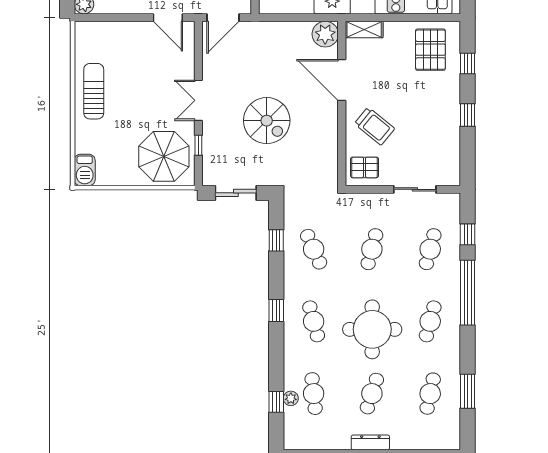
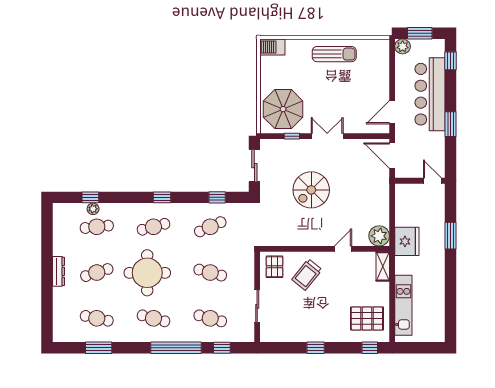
window: (468, 63) -> (370, 348), moved
door: (342, 80) -> (343, 249), width x0.53
cafe table: (372, 394) -> (97, 273), turned -36

